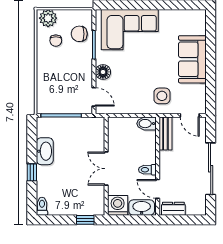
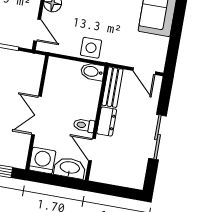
side table: (162, 96) -> (91, 48), moved
sliding door: (211, 169) -> (158, 137), width x0.73
dresser: (173, 209) -> (107, 121), moved, turned 90

